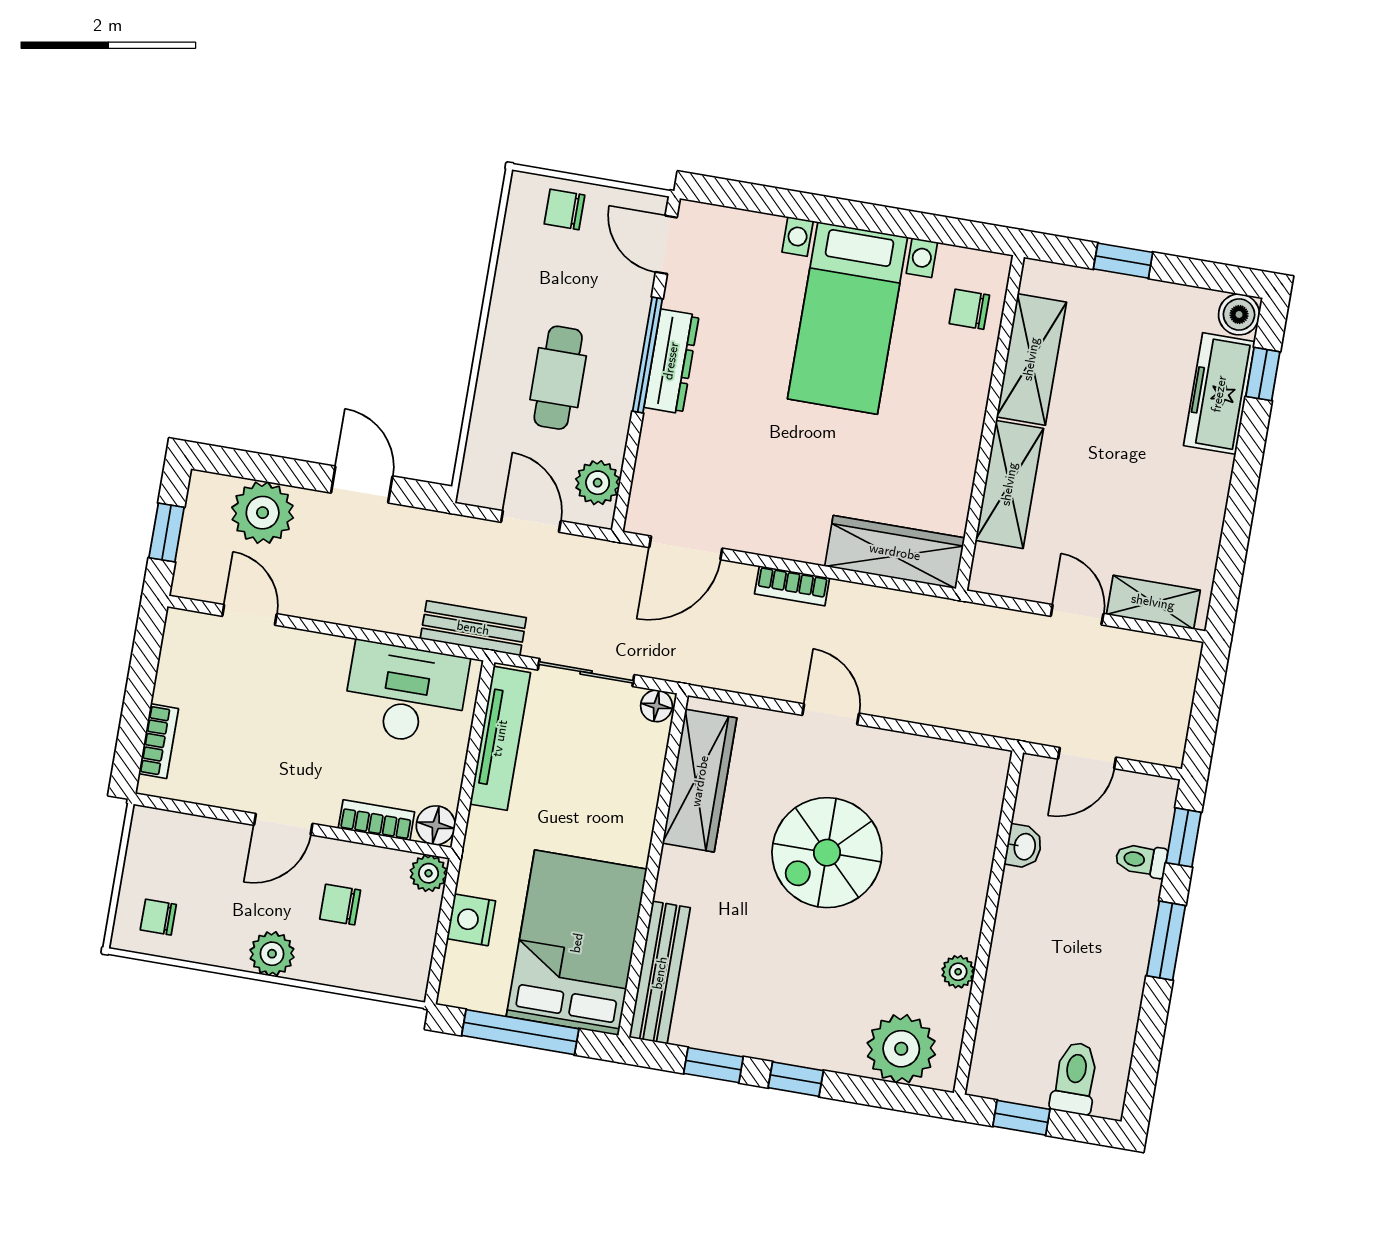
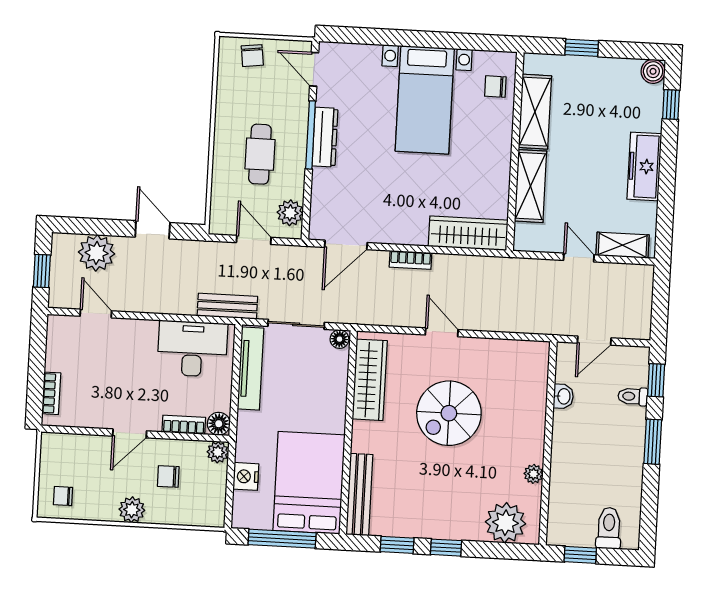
chair: (564, 209) -> (252, 56), turned -97
freezer: (1219, 394) -> (644, 166), moved

